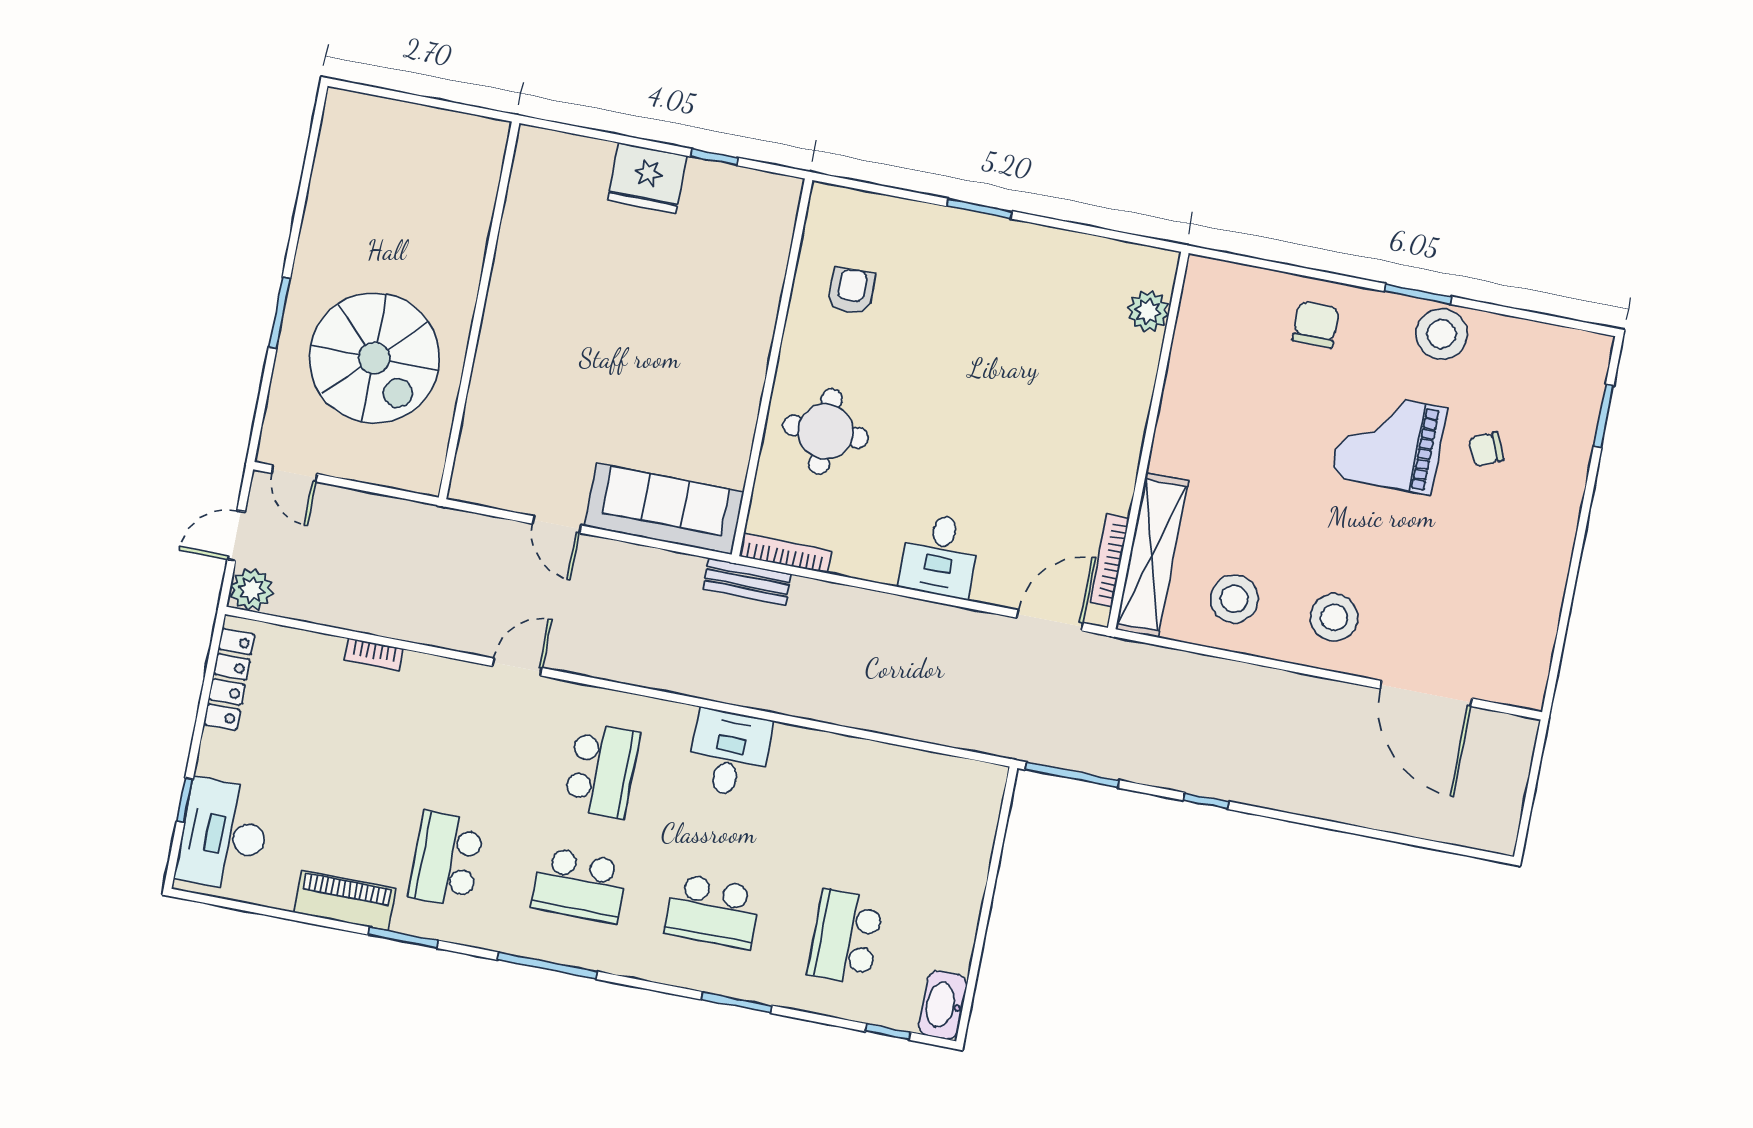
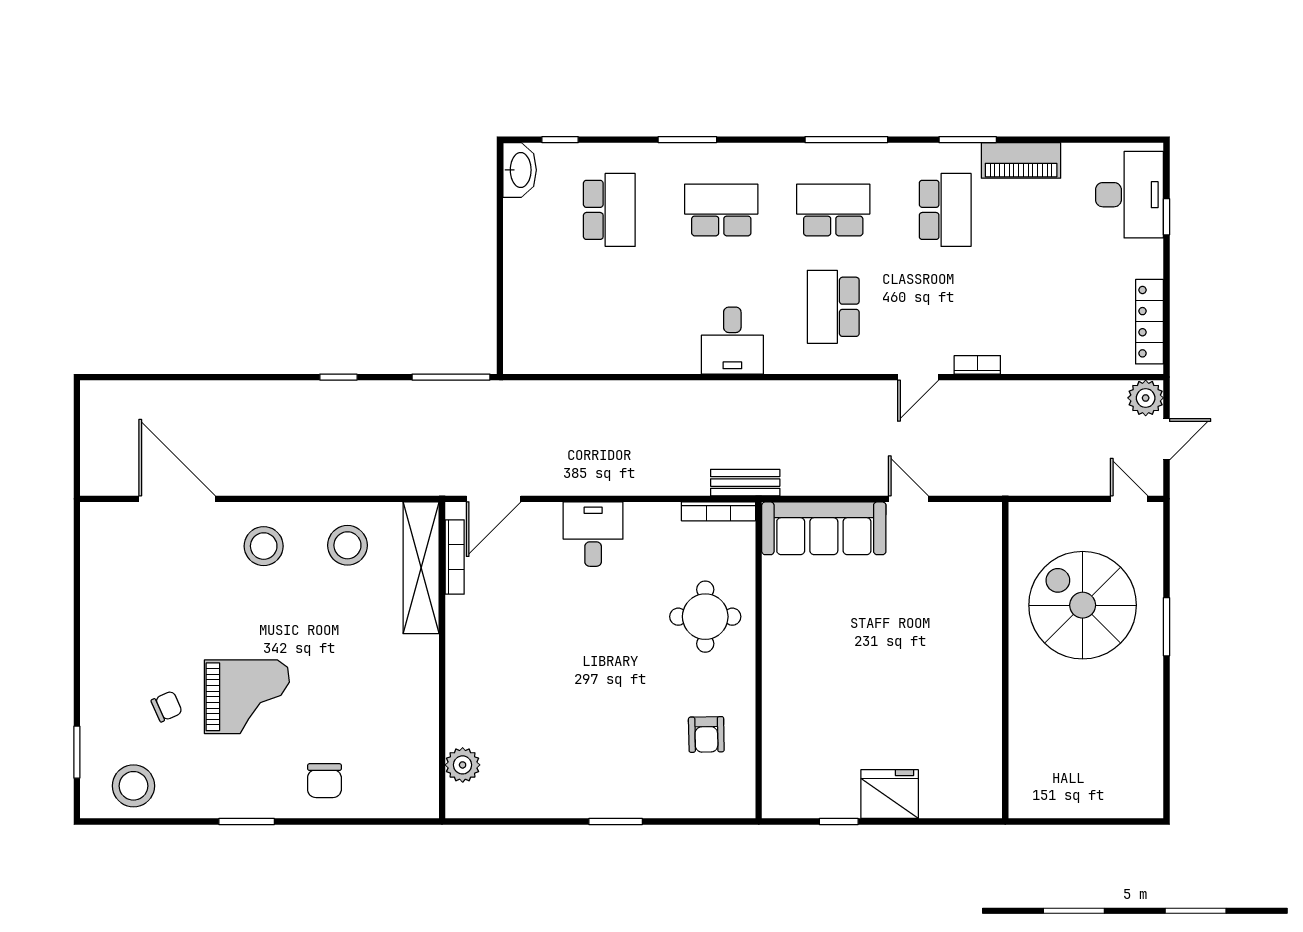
stool: (1442, 334) -> (133, 786), moved
bookcase: (374, 654) -> (977, 365), moved

